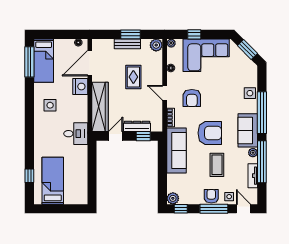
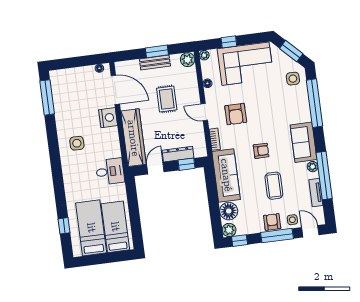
bed: (44, 61) -> (115, 227), moved, turned 180
door: (90, 63) -> (115, 90), swing flipped
side table: (250, 93) -> (293, 79), moved
window: (262, 113) -> (315, 103), moved
armchair: (210, 133) -> (261, 151), width x0.53, depth x0.53
floor lamp: (175, 182) -> (229, 211), added

